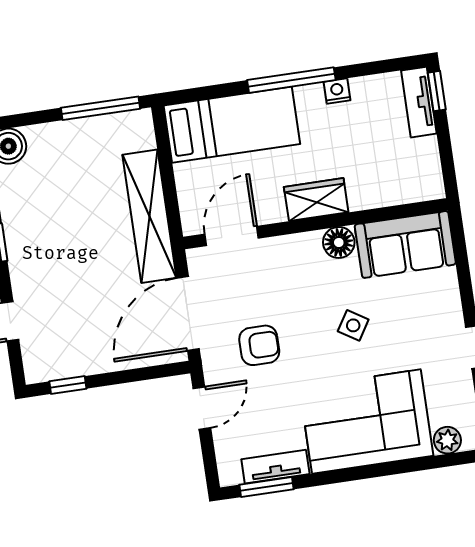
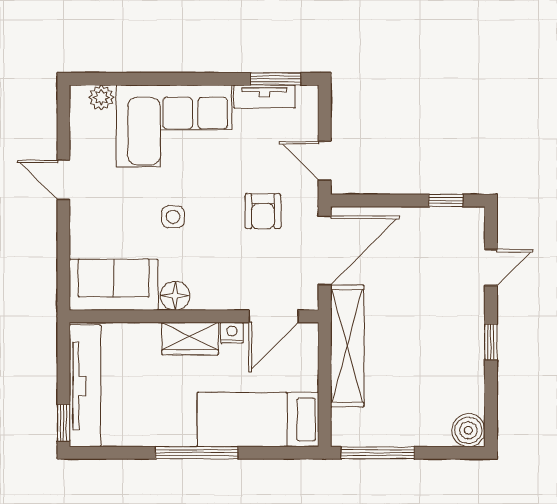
nightstand: (337, 91) -> (232, 333), moved, turned 180
tv unit: (419, 102) -> (85, 386), width x1.92, depth x1.29
side table: (353, 325) -> (173, 217), turned -32
armchair: (259, 345) -> (263, 211), turned -90
door: (202, 408) -> (325, 161), hinge flipped

